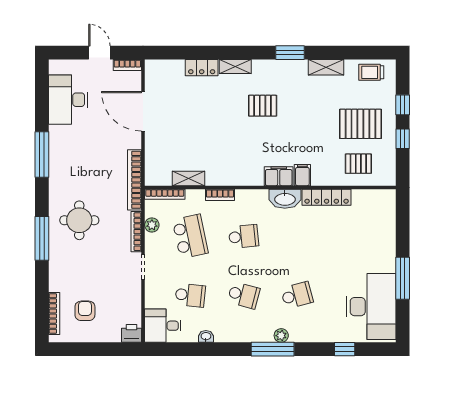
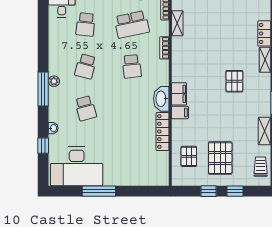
washbasin: (206, 336) -> (53, 128), moved
plant: (281, 336) -> (54, 81), moved

